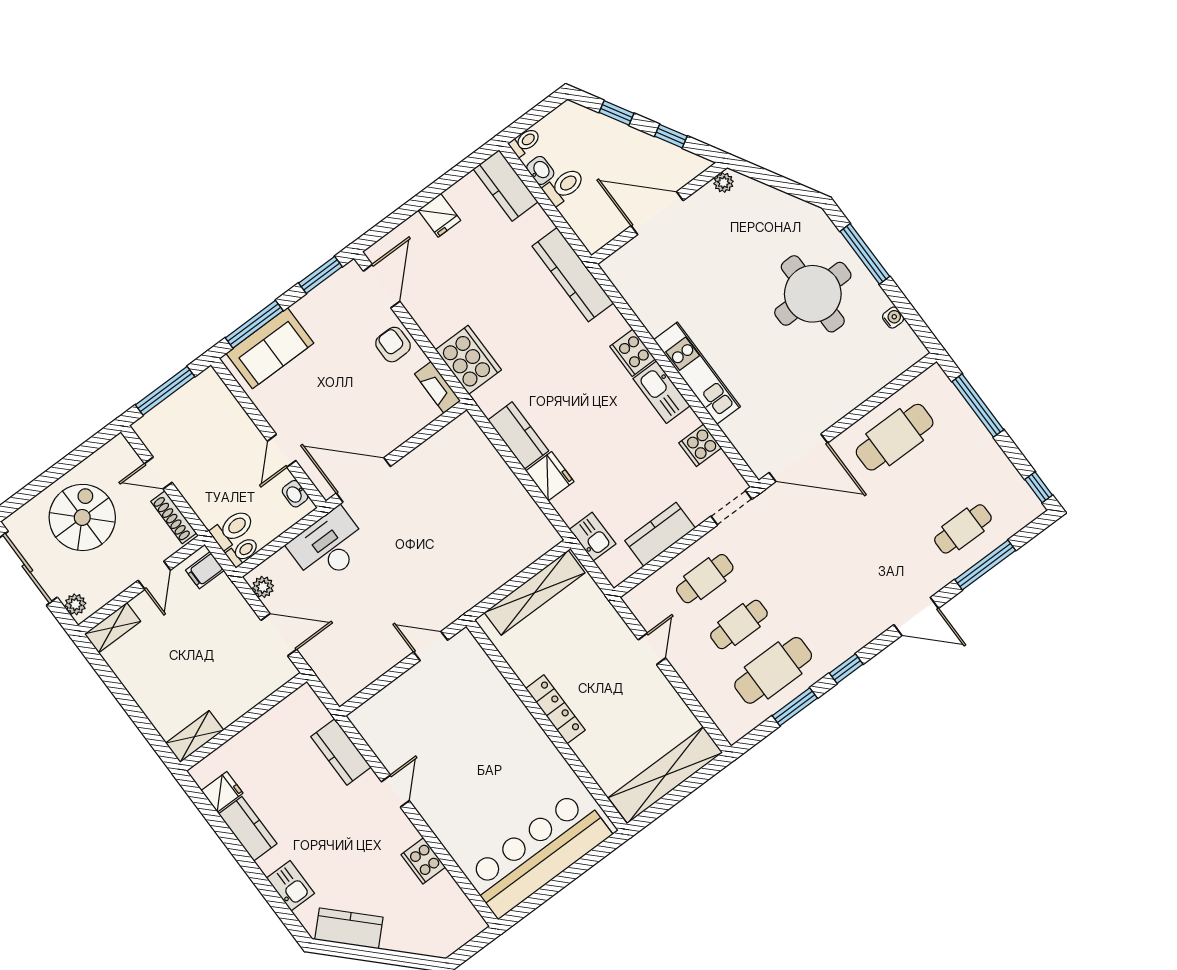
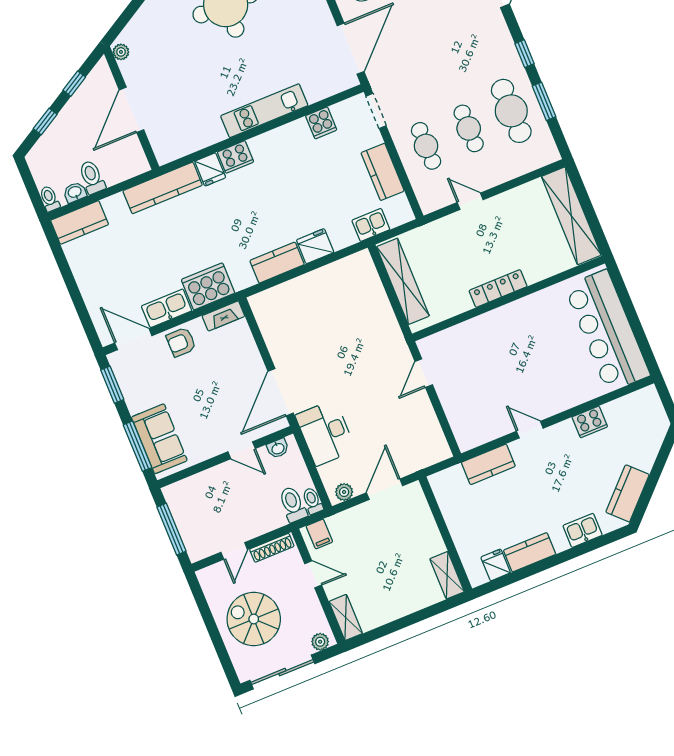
fridge: (439, 215) -> (210, 169), moved, turned 90
kitchen sink: (662, 392) -> (167, 308), moved, turned 180

